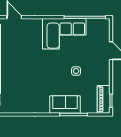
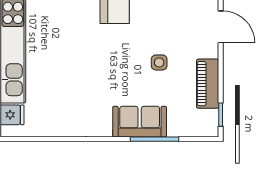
piano: (104, 99) -> (208, 84), moved

